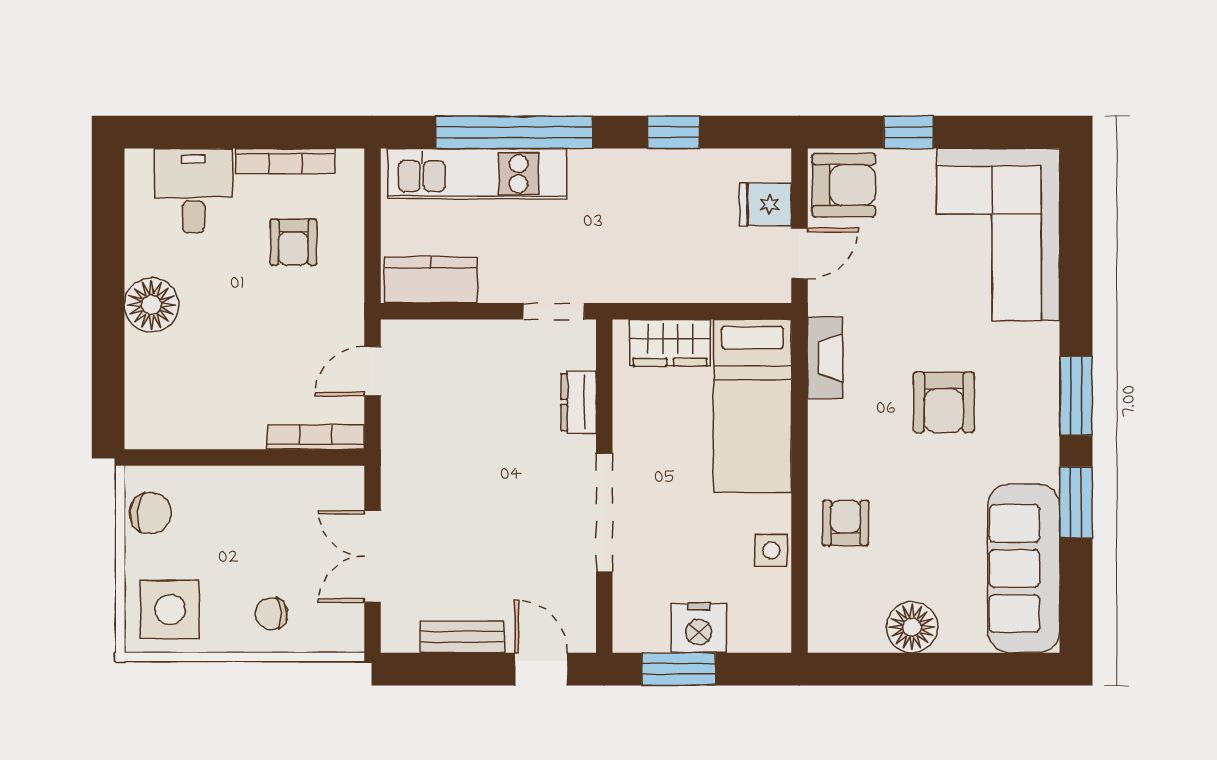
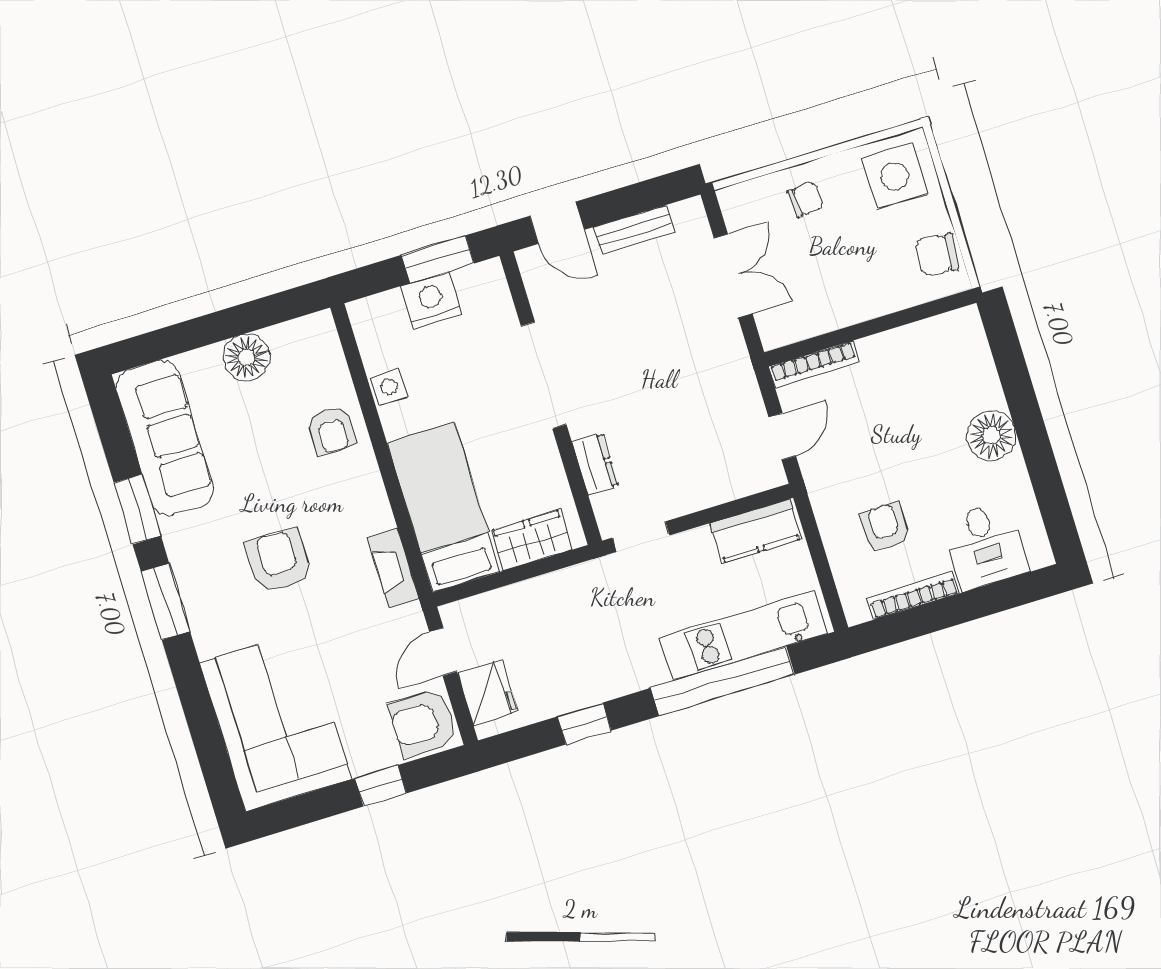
fridge: (765, 204) -> (488, 693), width x1.38

